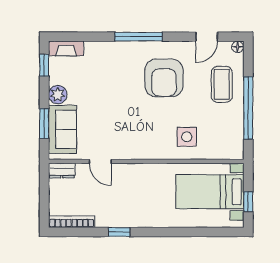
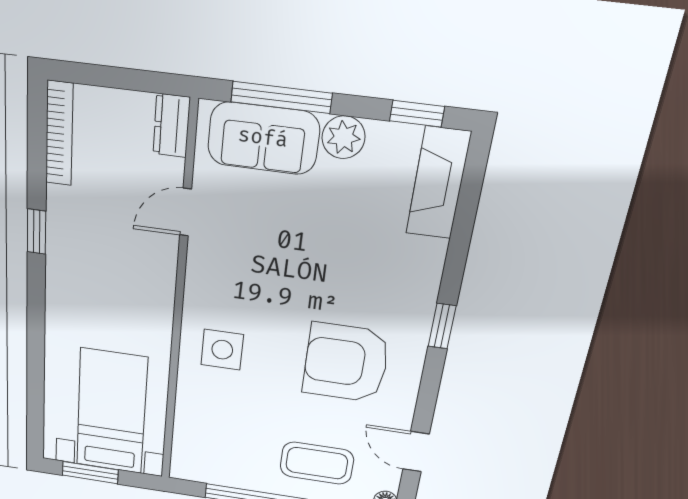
window: (139, 37) -> (442, 326), width x0.46
fireplace: (66, 48) -> (438, 183), width x1.37, depth x1.32
window: (44, 124) -> (281, 97), width x1.44
side table: (187, 137) -> (222, 350), moved
window: (248, 202) -> (90, 473), width x1.50

